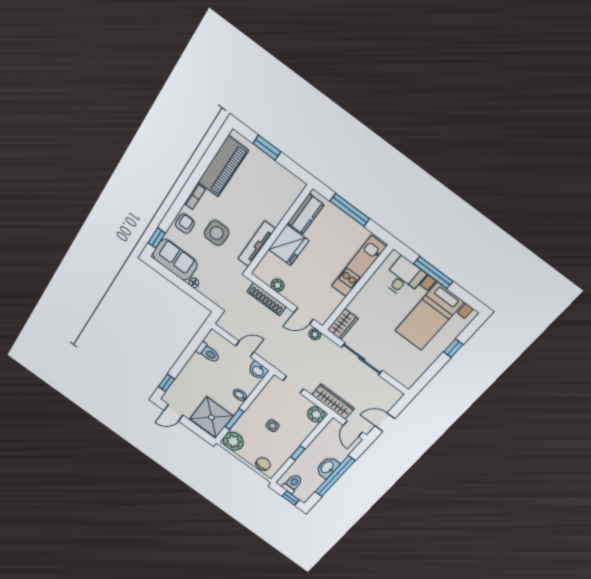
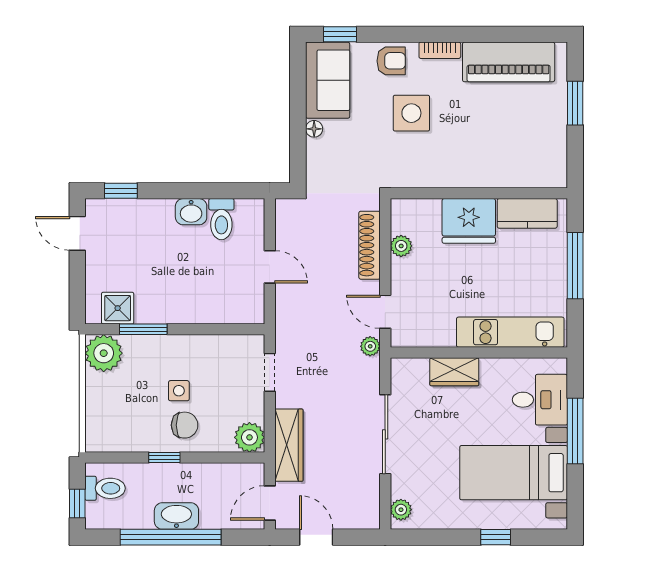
tv unit: (256, 244) -> (437, 177), removed
wardrobe: (343, 324) -> (454, 372), moved
washbasin: (258, 371) -> (191, 212), moved, turned -90
plant: (403, 379) -> (401, 510), added
bidet: (240, 395) -> (190, 311), removed
shower: (211, 417) -> (118, 308), width x0.54, depth x0.54
chair: (263, 464) -> (185, 425), moved

